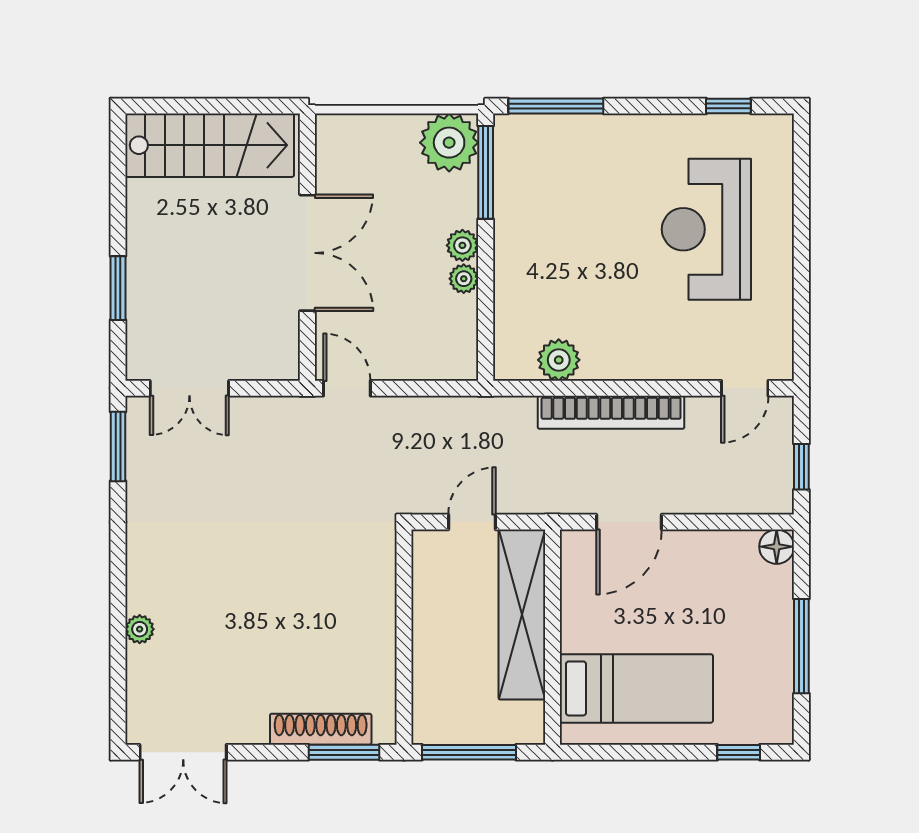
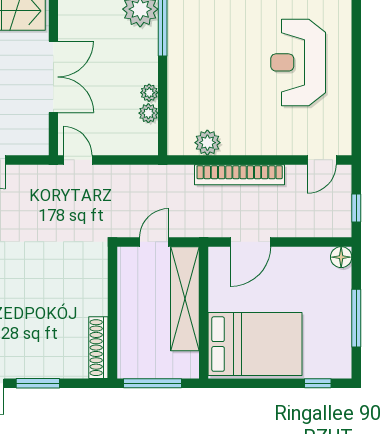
plant: (462, 245) -> (148, 113), moved
bed: (636, 688) -> (255, 344), width x1.50
shoe rack: (321, 729) -> (98, 348), moved, turned -90
window: (344, 752) -> (38, 383), moved

